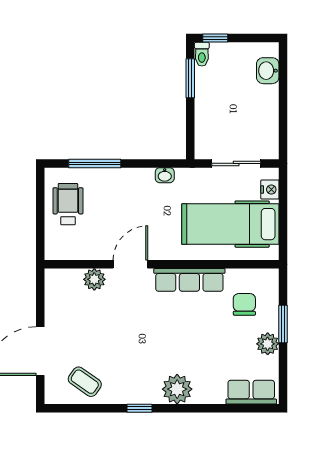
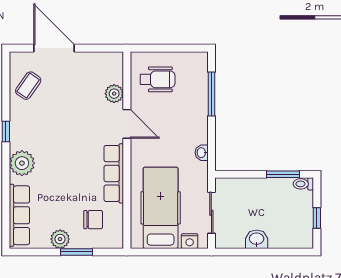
window: (215, 38) -> (317, 218), moved
washbasin: (268, 71) -> (257, 239), moved
wheelchair: (68, 204) -> (158, 79), moved
row of seats: (251, 392) -> (19, 215), width x1.48

